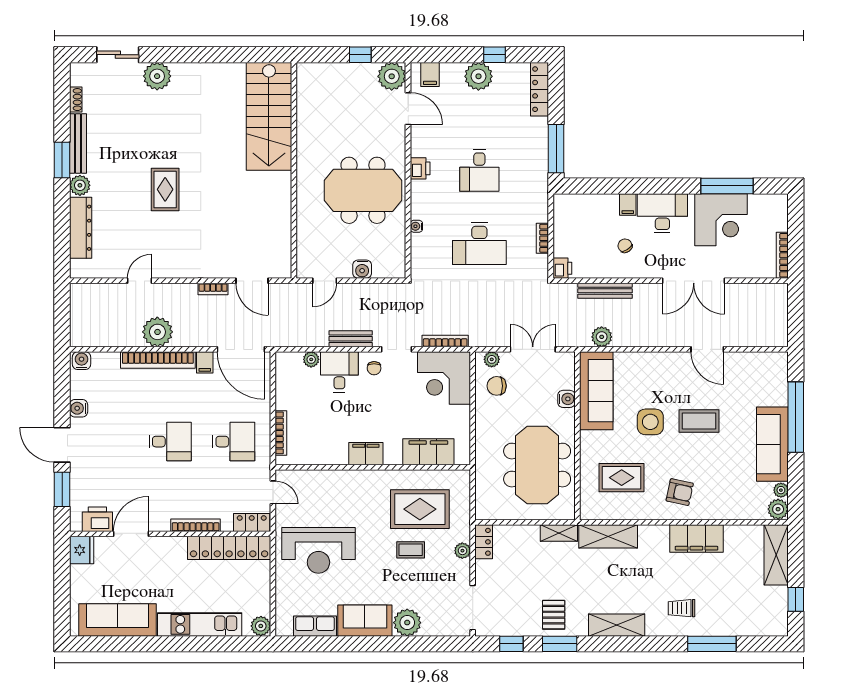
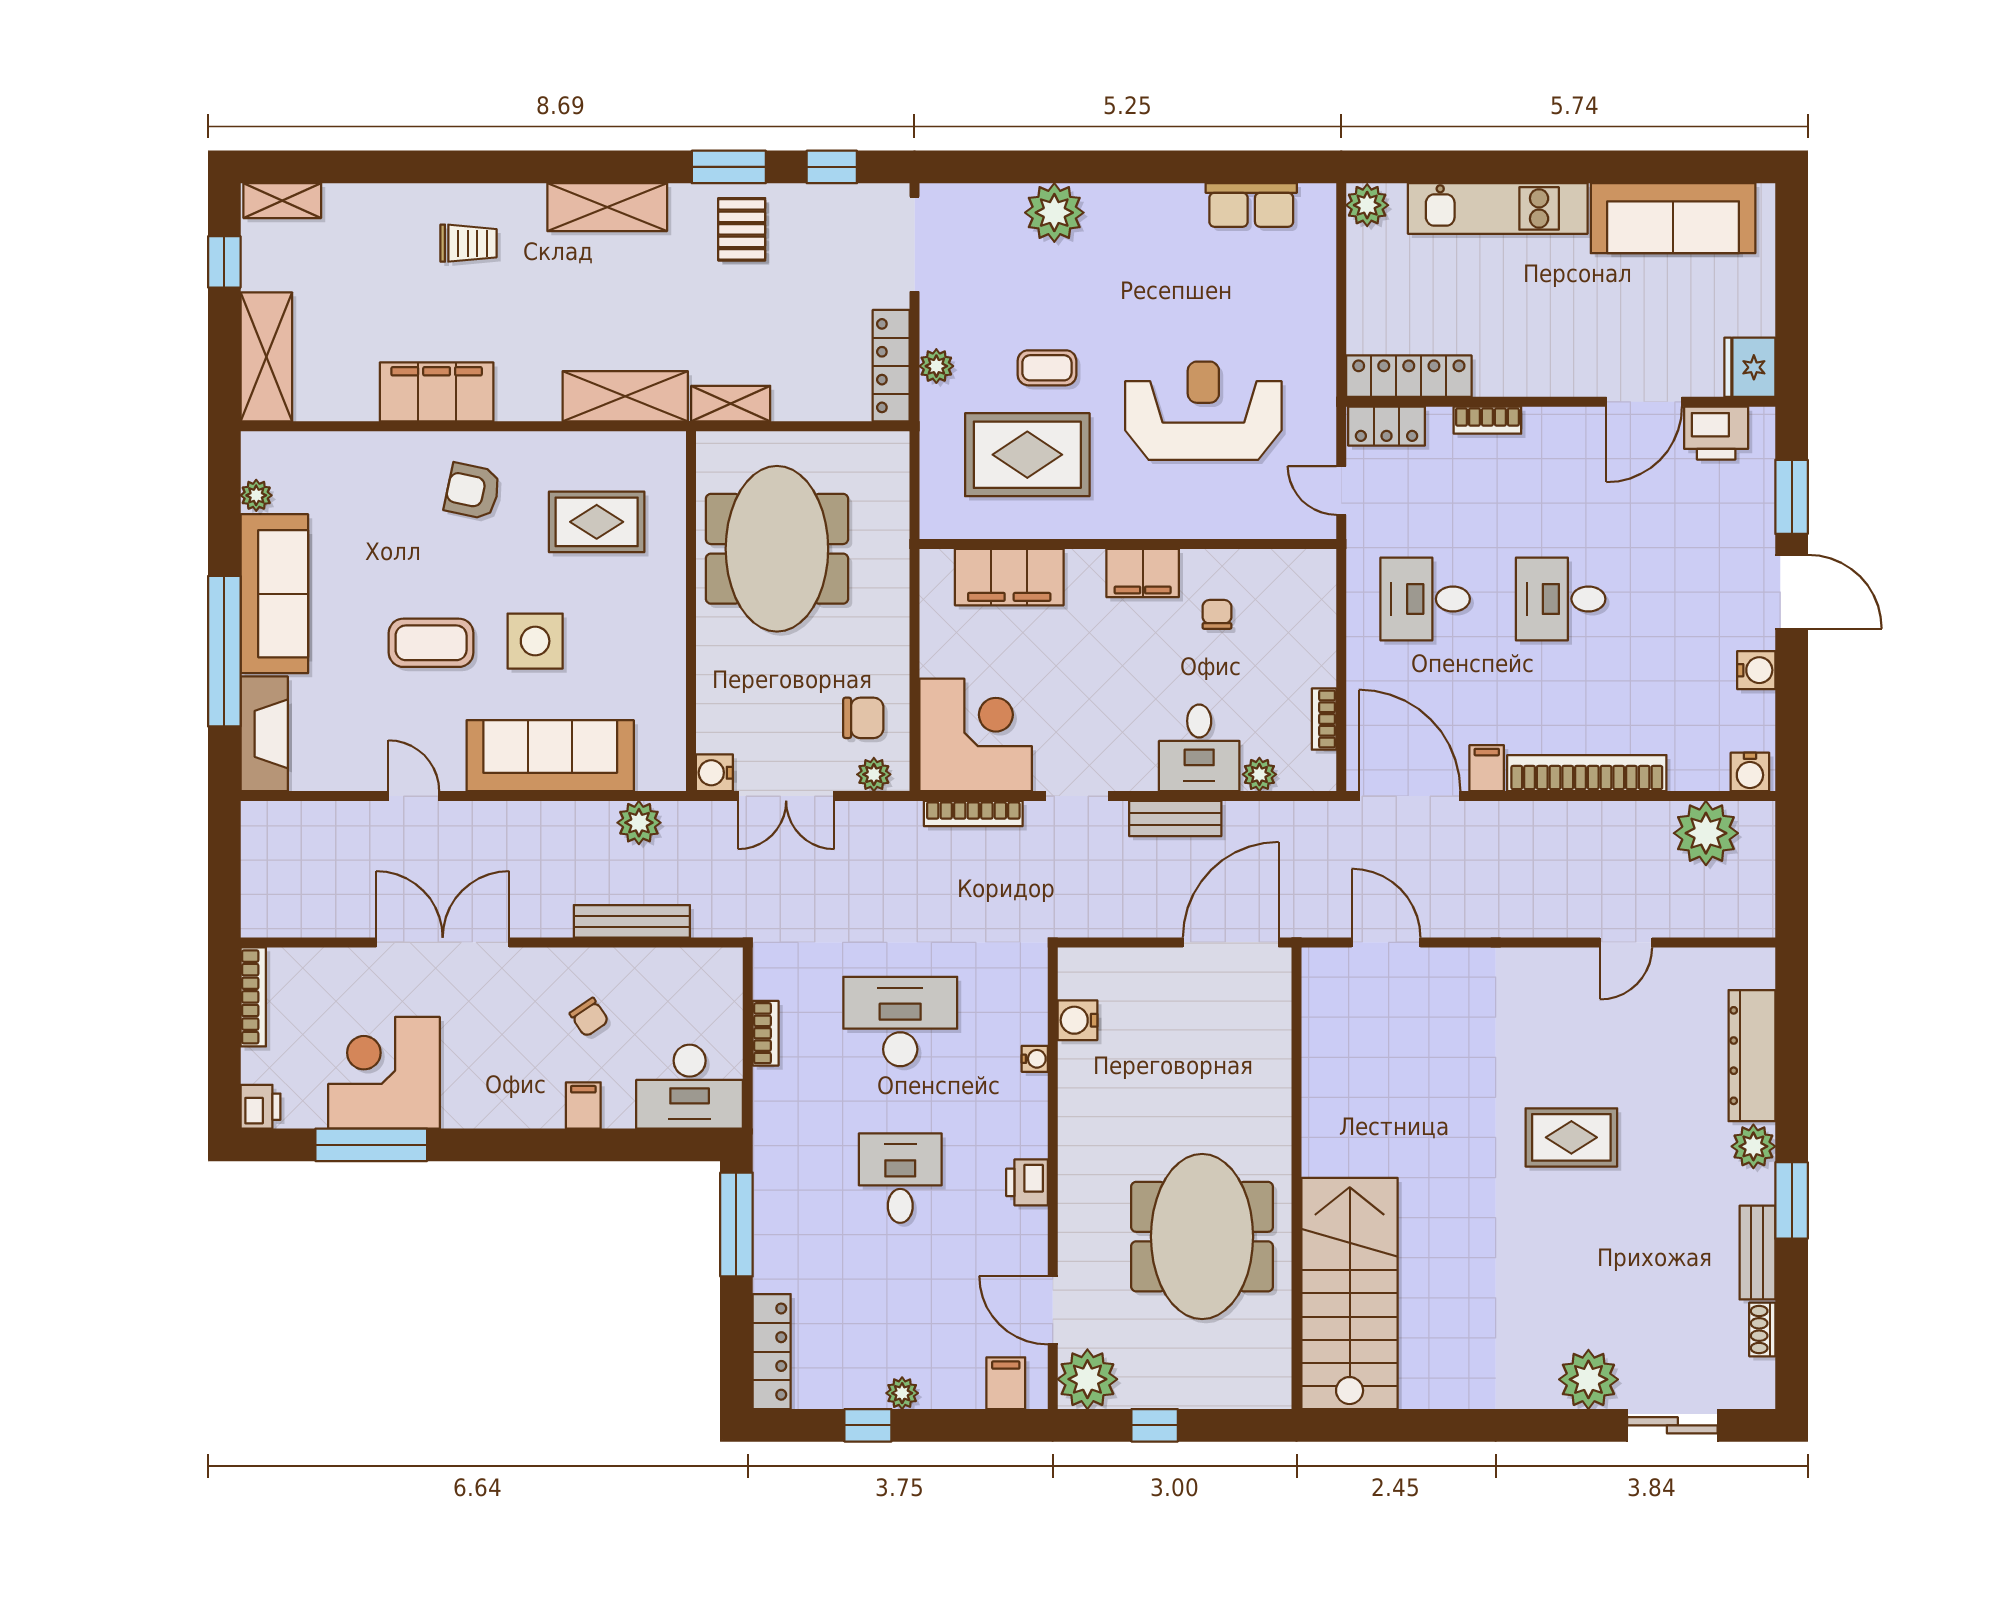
plant: (478, 76) -> (902, 1393), width x0.53, depth x0.53
bench: (78, 144) -> (1757, 1253), width x0.73
rug: (165, 189) -> (1571, 1137), turned 90
meeting table: (363, 190) -> (1202, 1237), moved, turned 90
desk: (662, 213) -> (690, 1087), moved
printer: (562, 268) -> (260, 1107), moved, turned 180
water cooler: (362, 269) -> (1077, 1020), moved, turned -90
door: (325, 281) -> (1231, 942), width x1.88
bookcase: (213, 289) -> (1469, 925), removed
plant: (157, 332) -> (1706, 833), moved
door: (707, 349) -> (414, 796), width x0.73
chair: (374, 368) -> (1217, 614), moved
fireplace: (777, 378) -> (264, 734), added
sofa: (596, 391) -> (550, 756), moved, turned 90
water cooler: (566, 399) -> (714, 773), moved
bookcase: (281, 433) -> (1324, 719), moved, width x0.64
plant: (778, 509) -> (262, 455), removed
bookcase: (196, 525) -> (1487, 420), width x0.64
locker: (484, 542) -> (891, 366), width x1.53
locker: (229, 548) -> (1409, 376), width x0.71, depth x0.83
reception desk: (318, 550) -> (1203, 411), moved
sofa: (365, 621) -> (1145, 217), removed
shelving: (769, 628) -> (282, 201), added
window: (712, 644) -> (404, 167), removed

